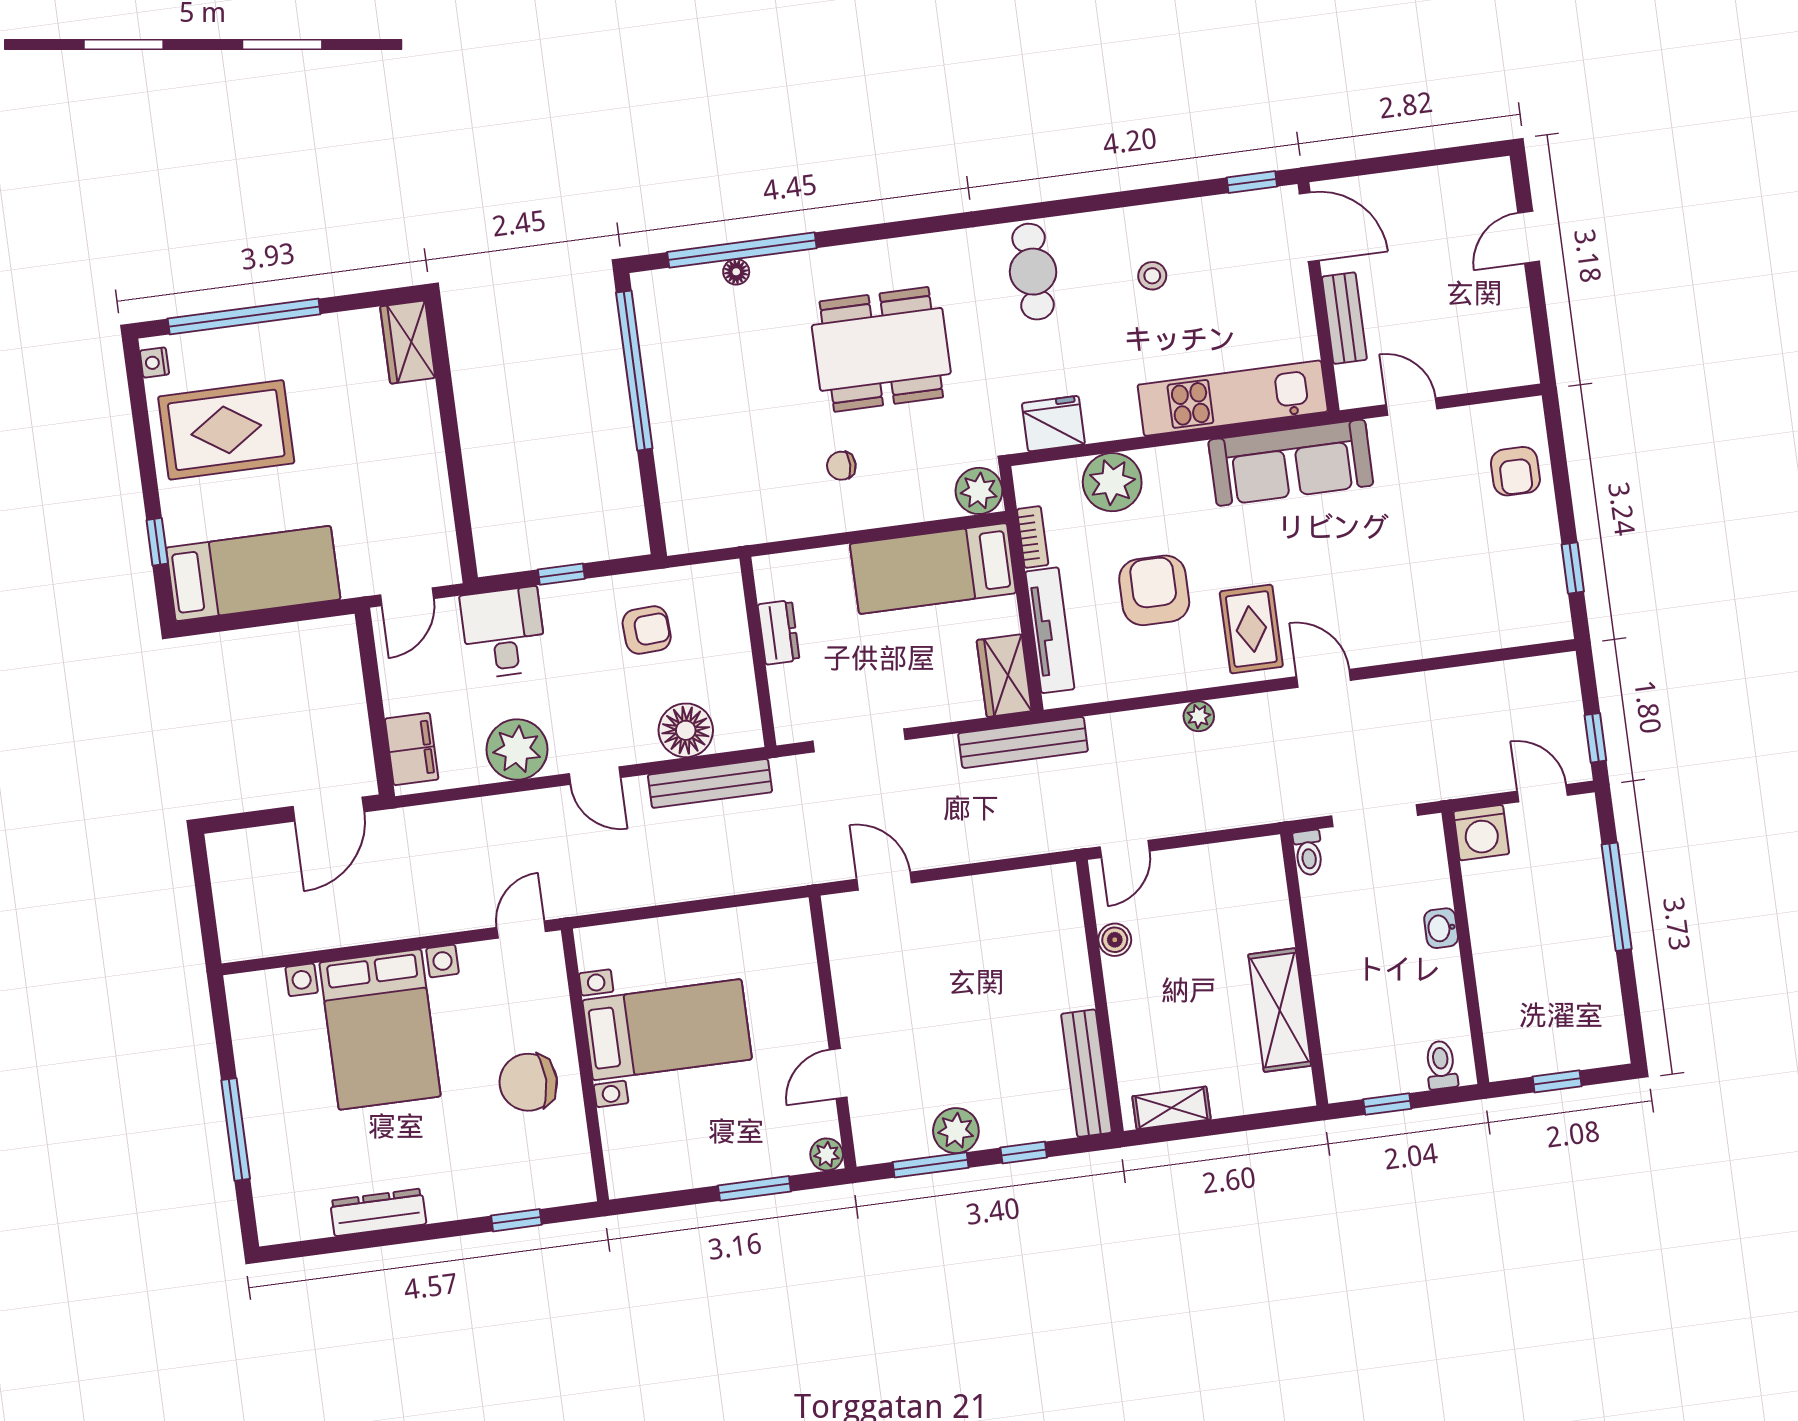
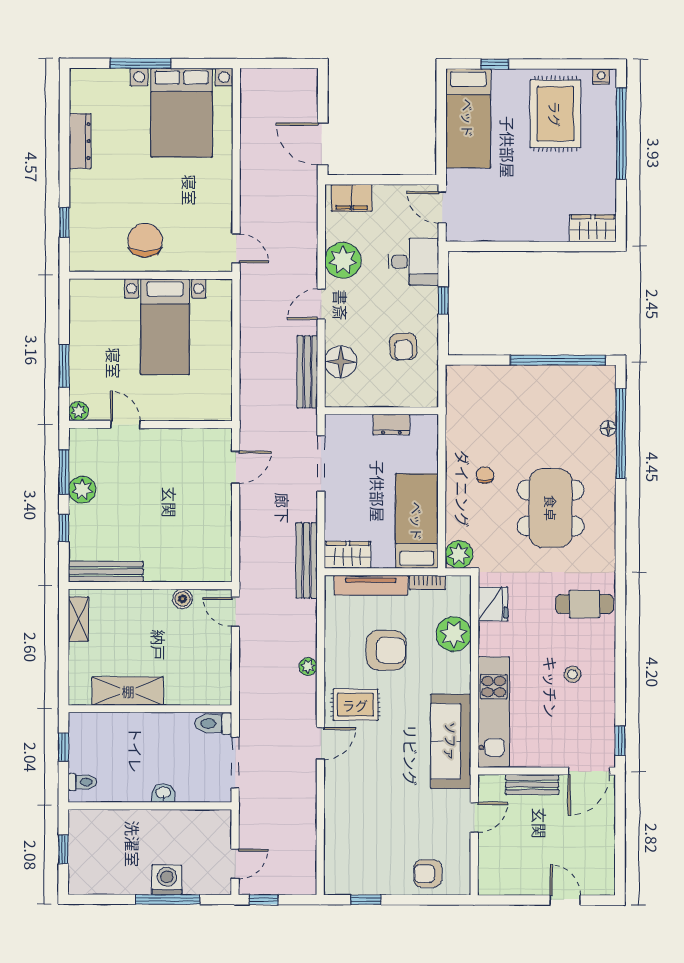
washing machine: (1481, 833) -> (167, 880), moved, turned 90
toilet: (1308, 853) -> (213, 723), width x1.37, depth x1.39
bed with nightstands: (380, 1029) -> (182, 113), moved, turned -90

